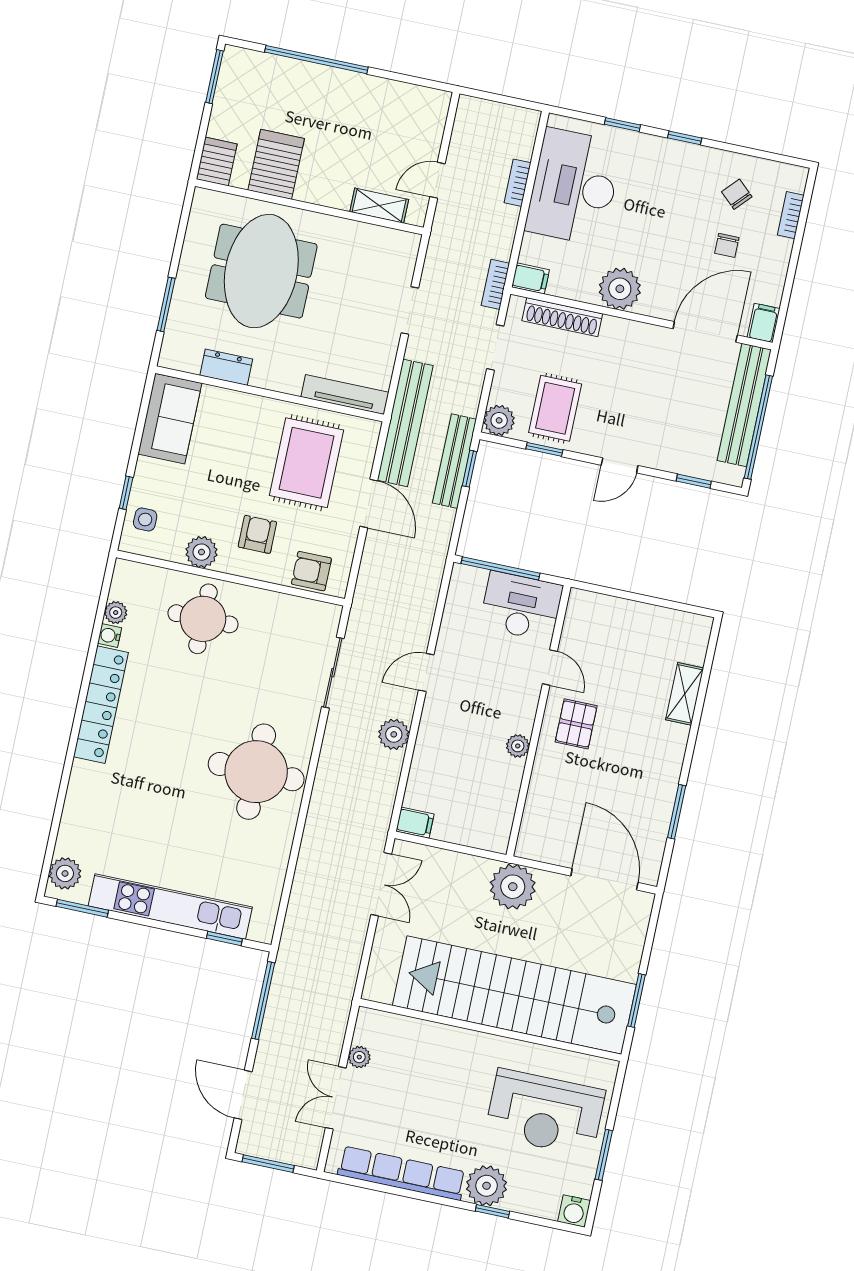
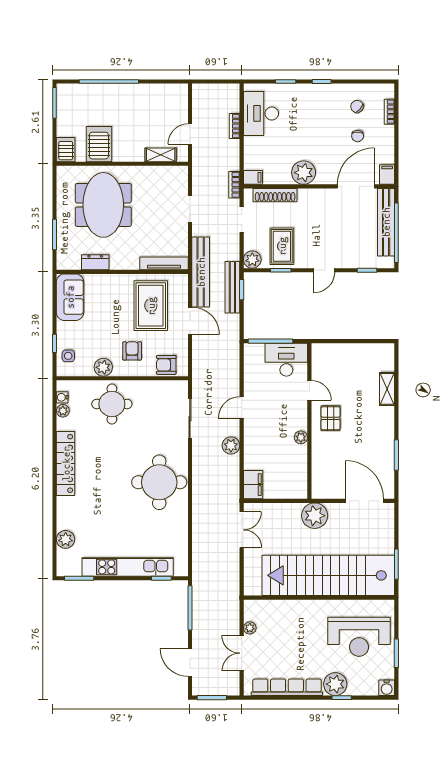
desk: (574, 187) -> (261, 113), width x0.73, depth x0.77
water cooler: (110, 636) -> (62, 397), moved
filing cabinet: (415, 823) -> (253, 485), width x2.00
plant: (65, 873) -> (66, 539), moved

